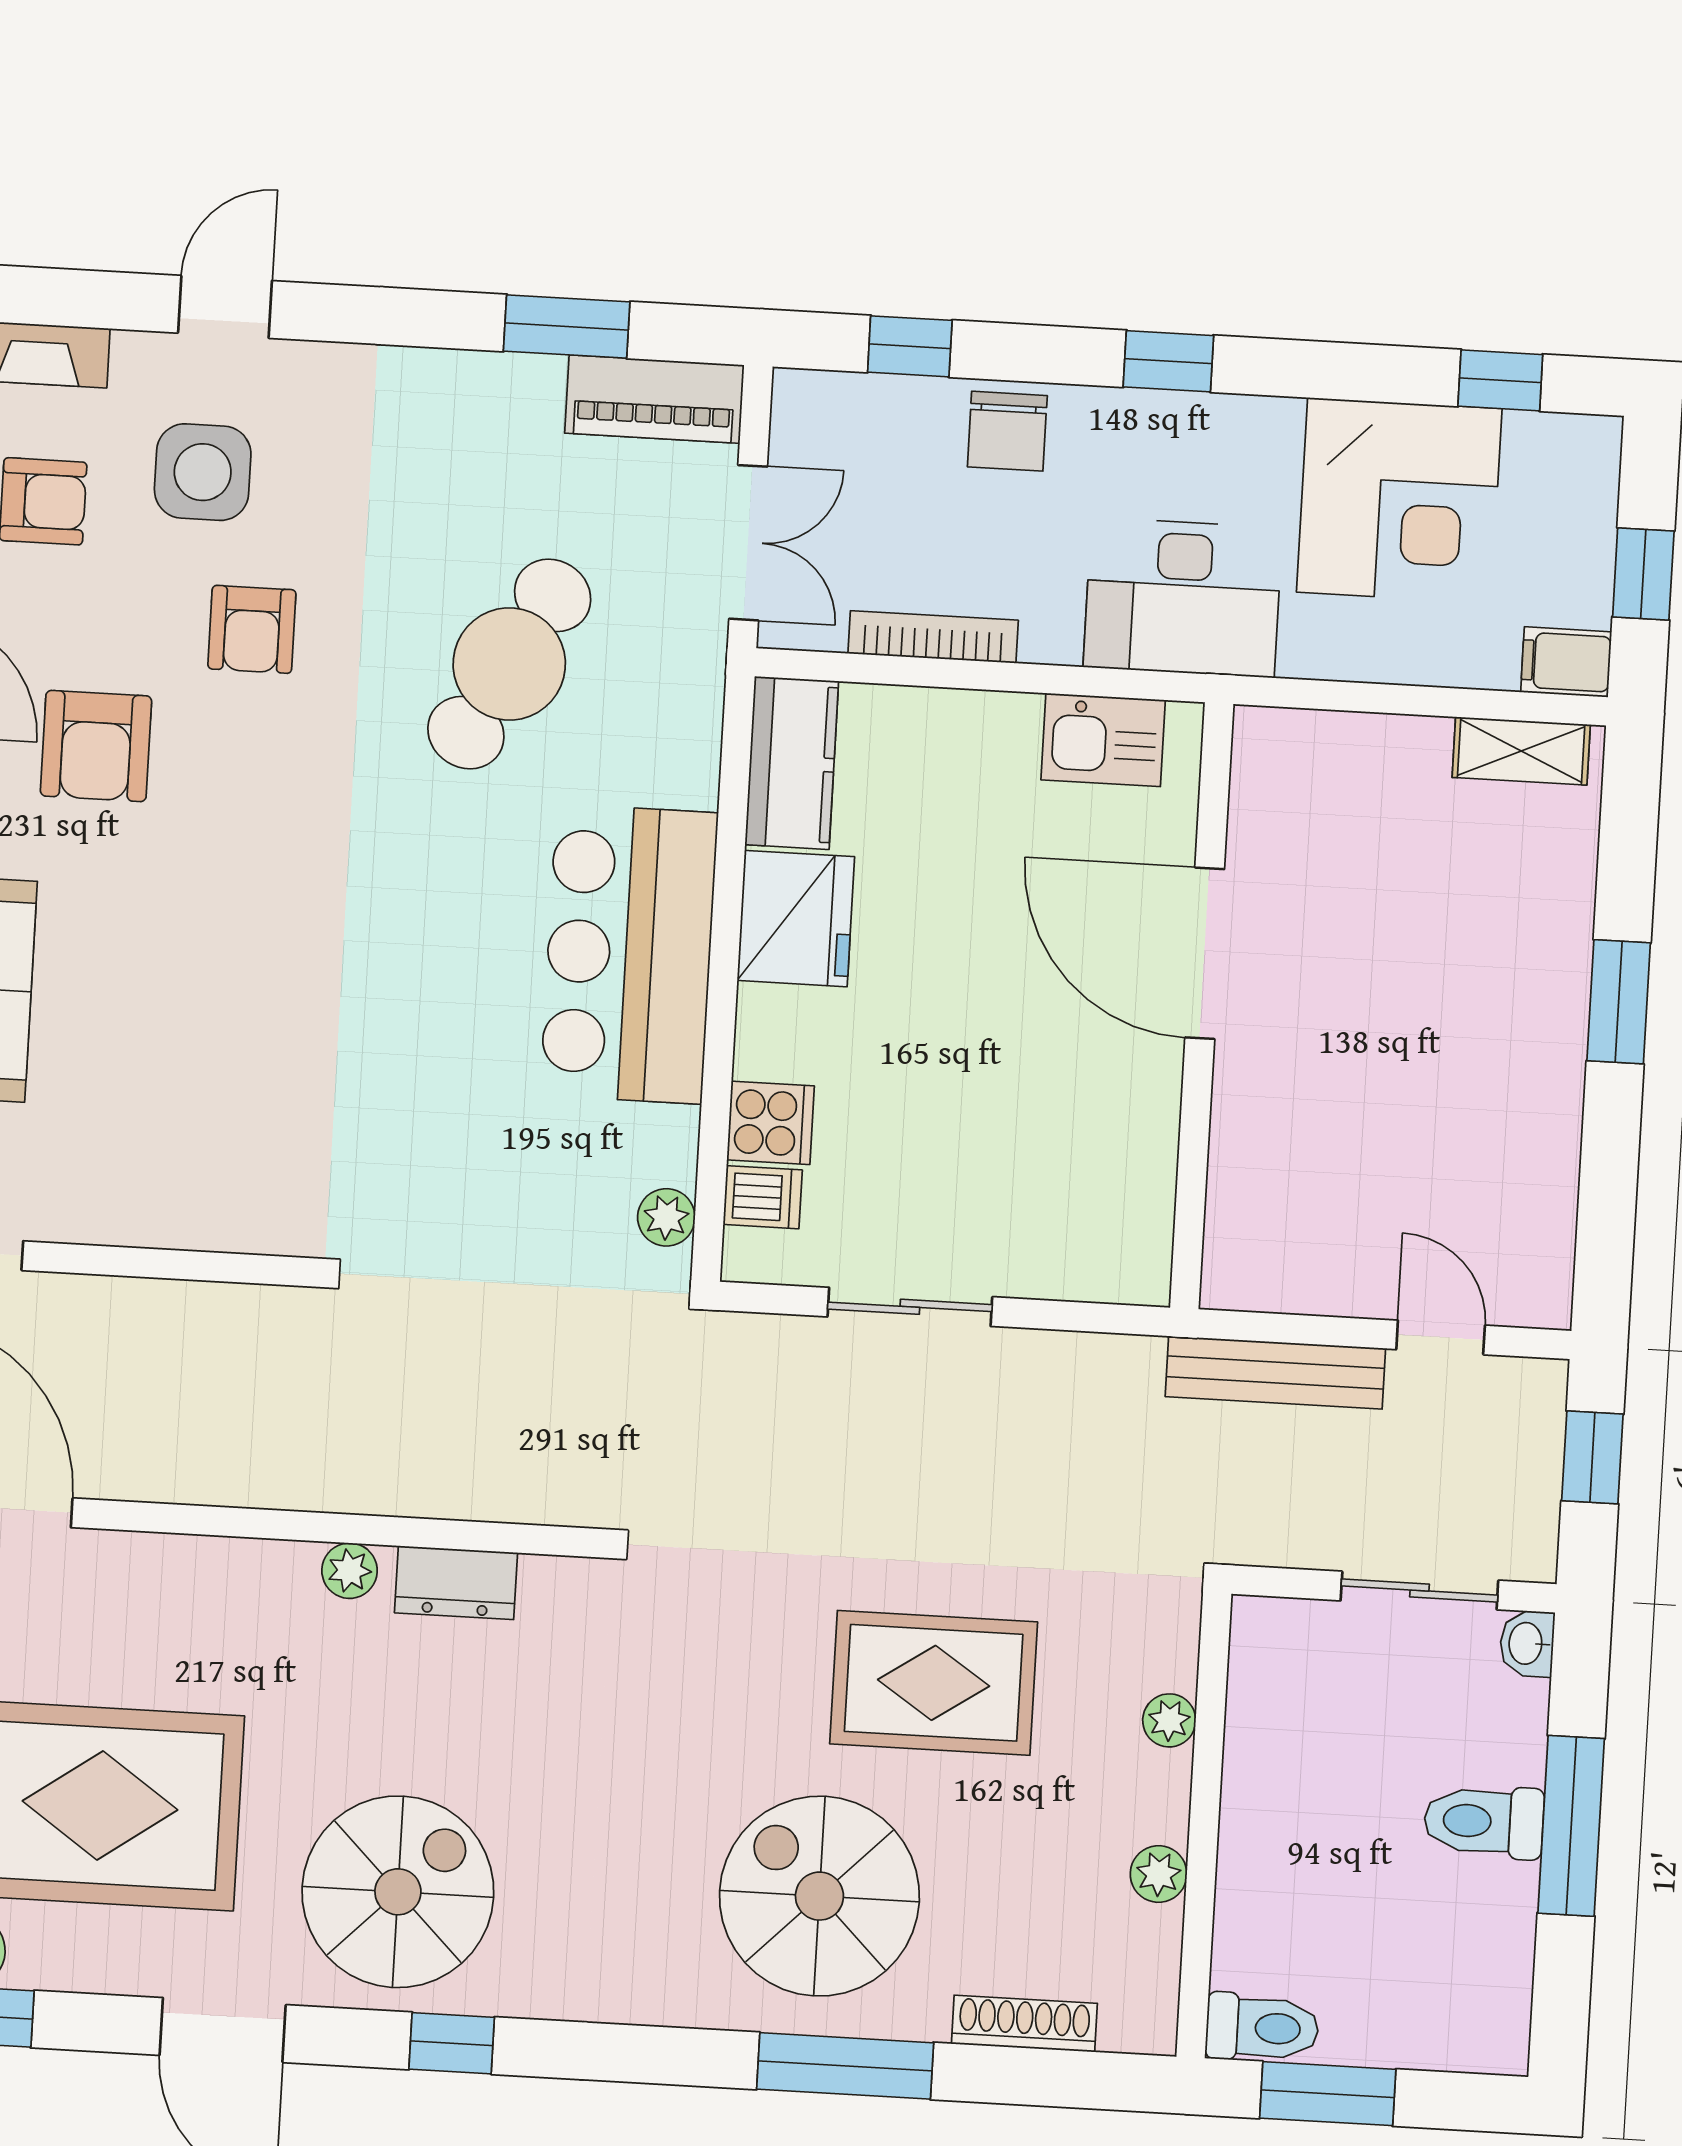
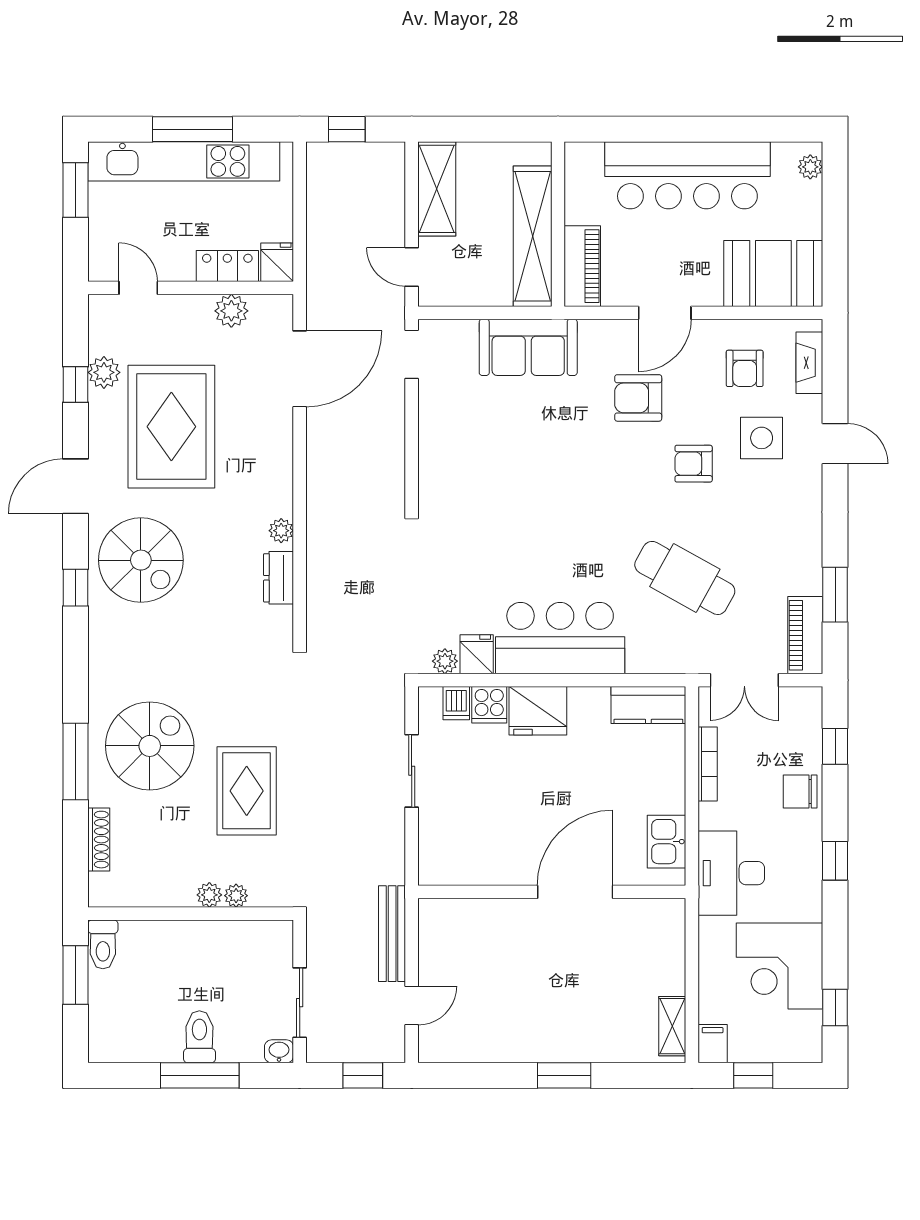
fridge: (796, 919) -> (538, 711), moved
fridge: (655, 1145) -> (477, 654), added
plant: (1159, 1874) -> (209, 895), moved

